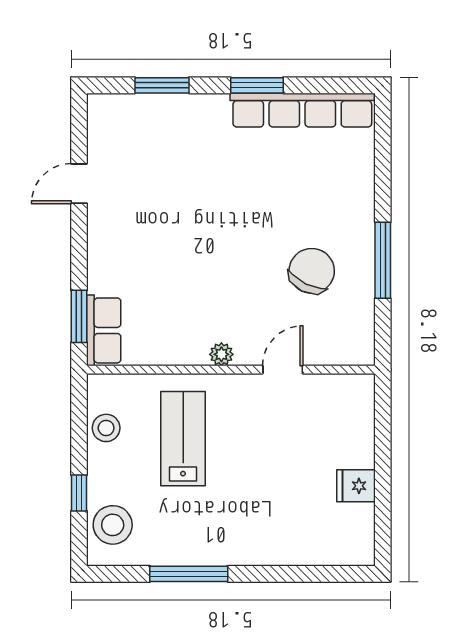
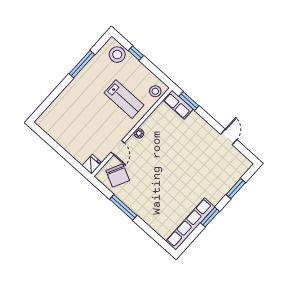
chair: (312, 271) -> (118, 175), moved
stool: (106, 428) -> (155, 91), moved
fridge: (356, 486) -> (92, 164), moved

